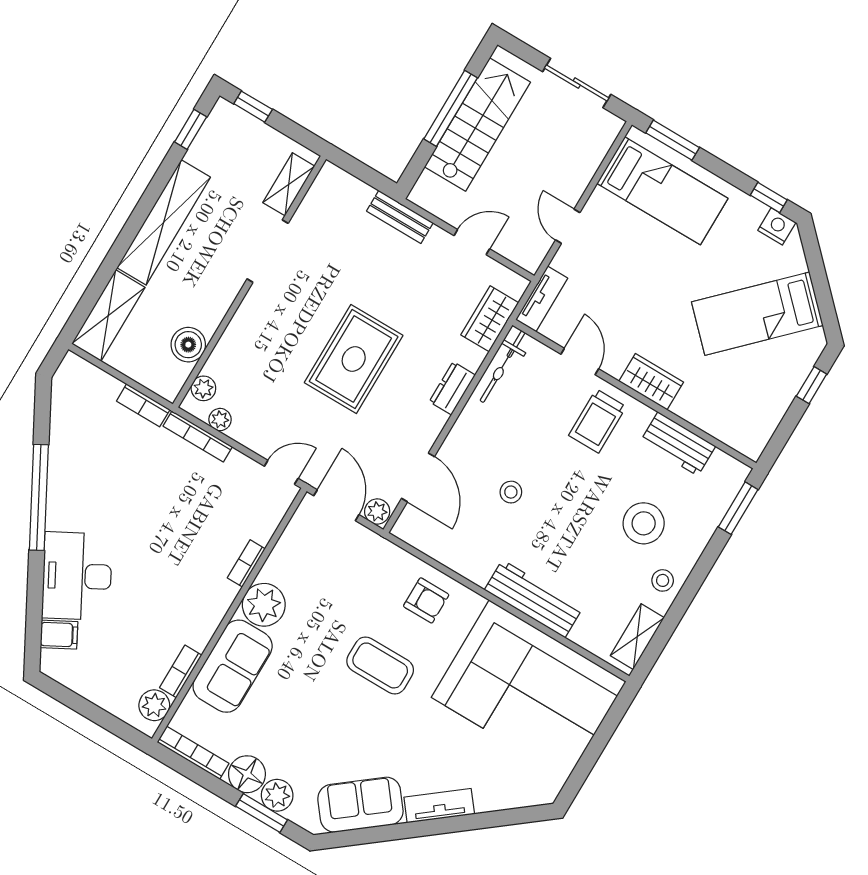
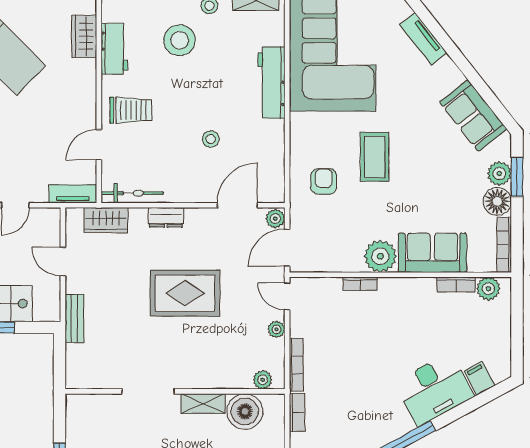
shelving: (289, 184) -> (203, 404), moved
boiler: (188, 345) -> (245, 411), width x1.37, depth x1.37
wardrobe: (651, 382) -> (84, 36), moved
plant: (220, 420) -> (276, 329), moved
armchair: (426, 600) -> (324, 181), moved
tv unit: (439, 806) -> (423, 39), moved

